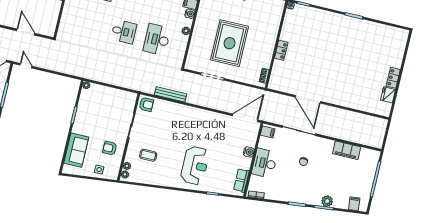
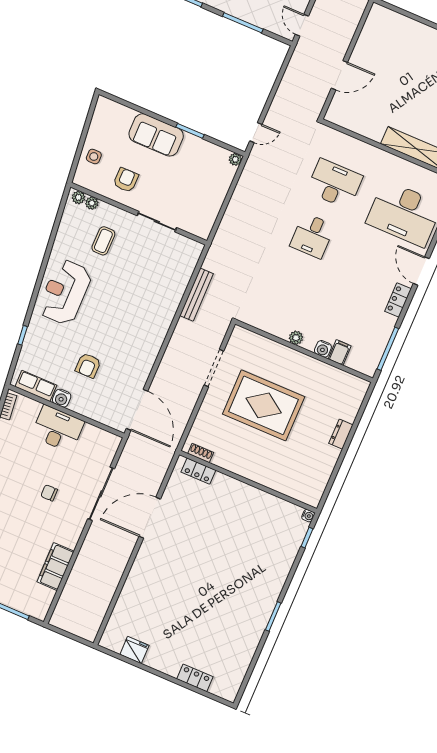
desk: (157, 40) -> (335, 184), moved
locker: (281, 50) -> (198, 471), moved
door: (26, 66) -> (256, 133), moved
locker: (393, 78) -> (195, 678), moved
armchair: (146, 104) -> (88, 365), moved
filing cabinet: (268, 132) -> (108, 443), removed
sofa: (76, 150) -> (156, 135), moved
water cooler: (249, 152) -> (62, 398), moved
reception desk: (195, 165) -> (65, 292), moved, turned 90

